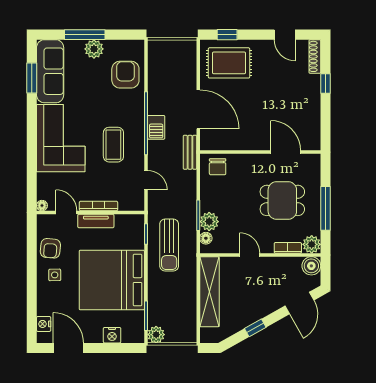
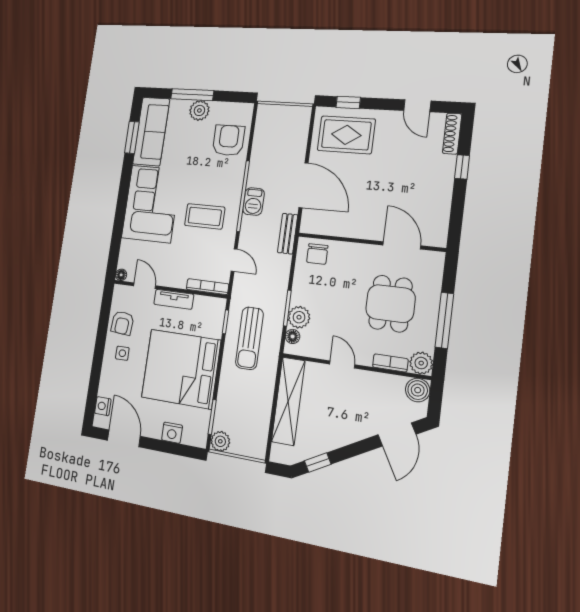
coffee table: (113, 145) -> (205, 216), turned 90
dining table: (282, 200) -> (390, 304), turned 90
bookcase: (98, 206) -> (207, 287), moved
window: (255, 328) -> (318, 462), moved

